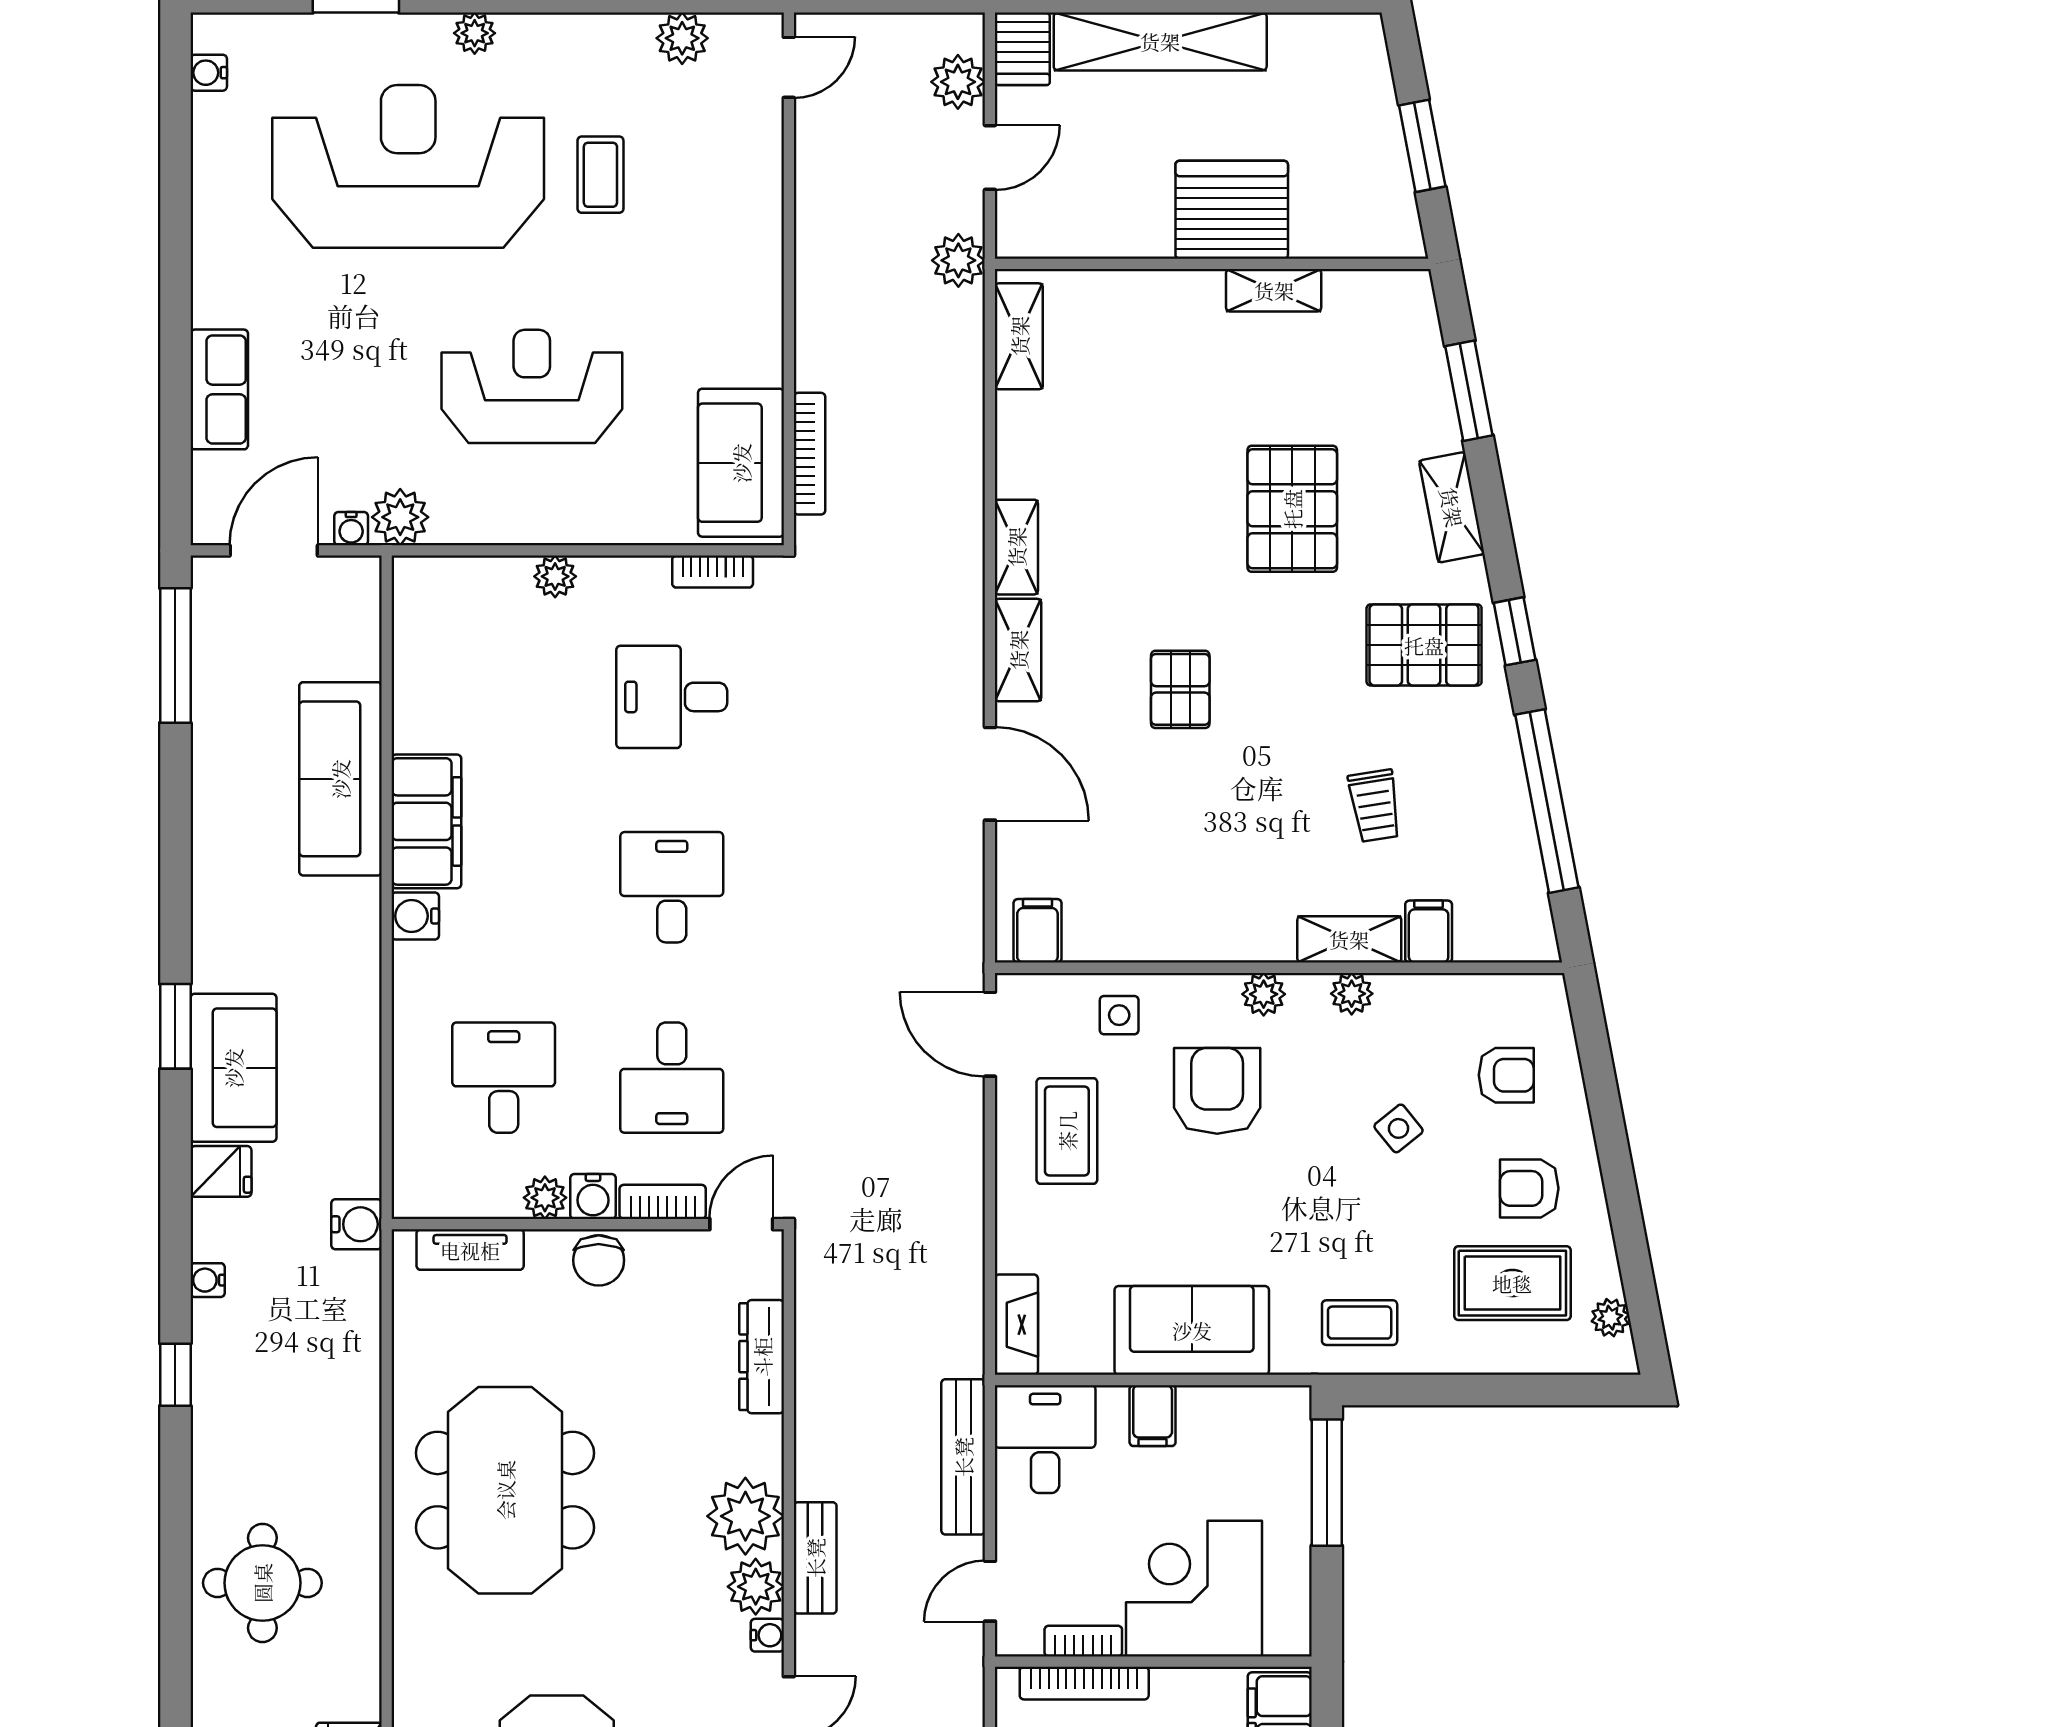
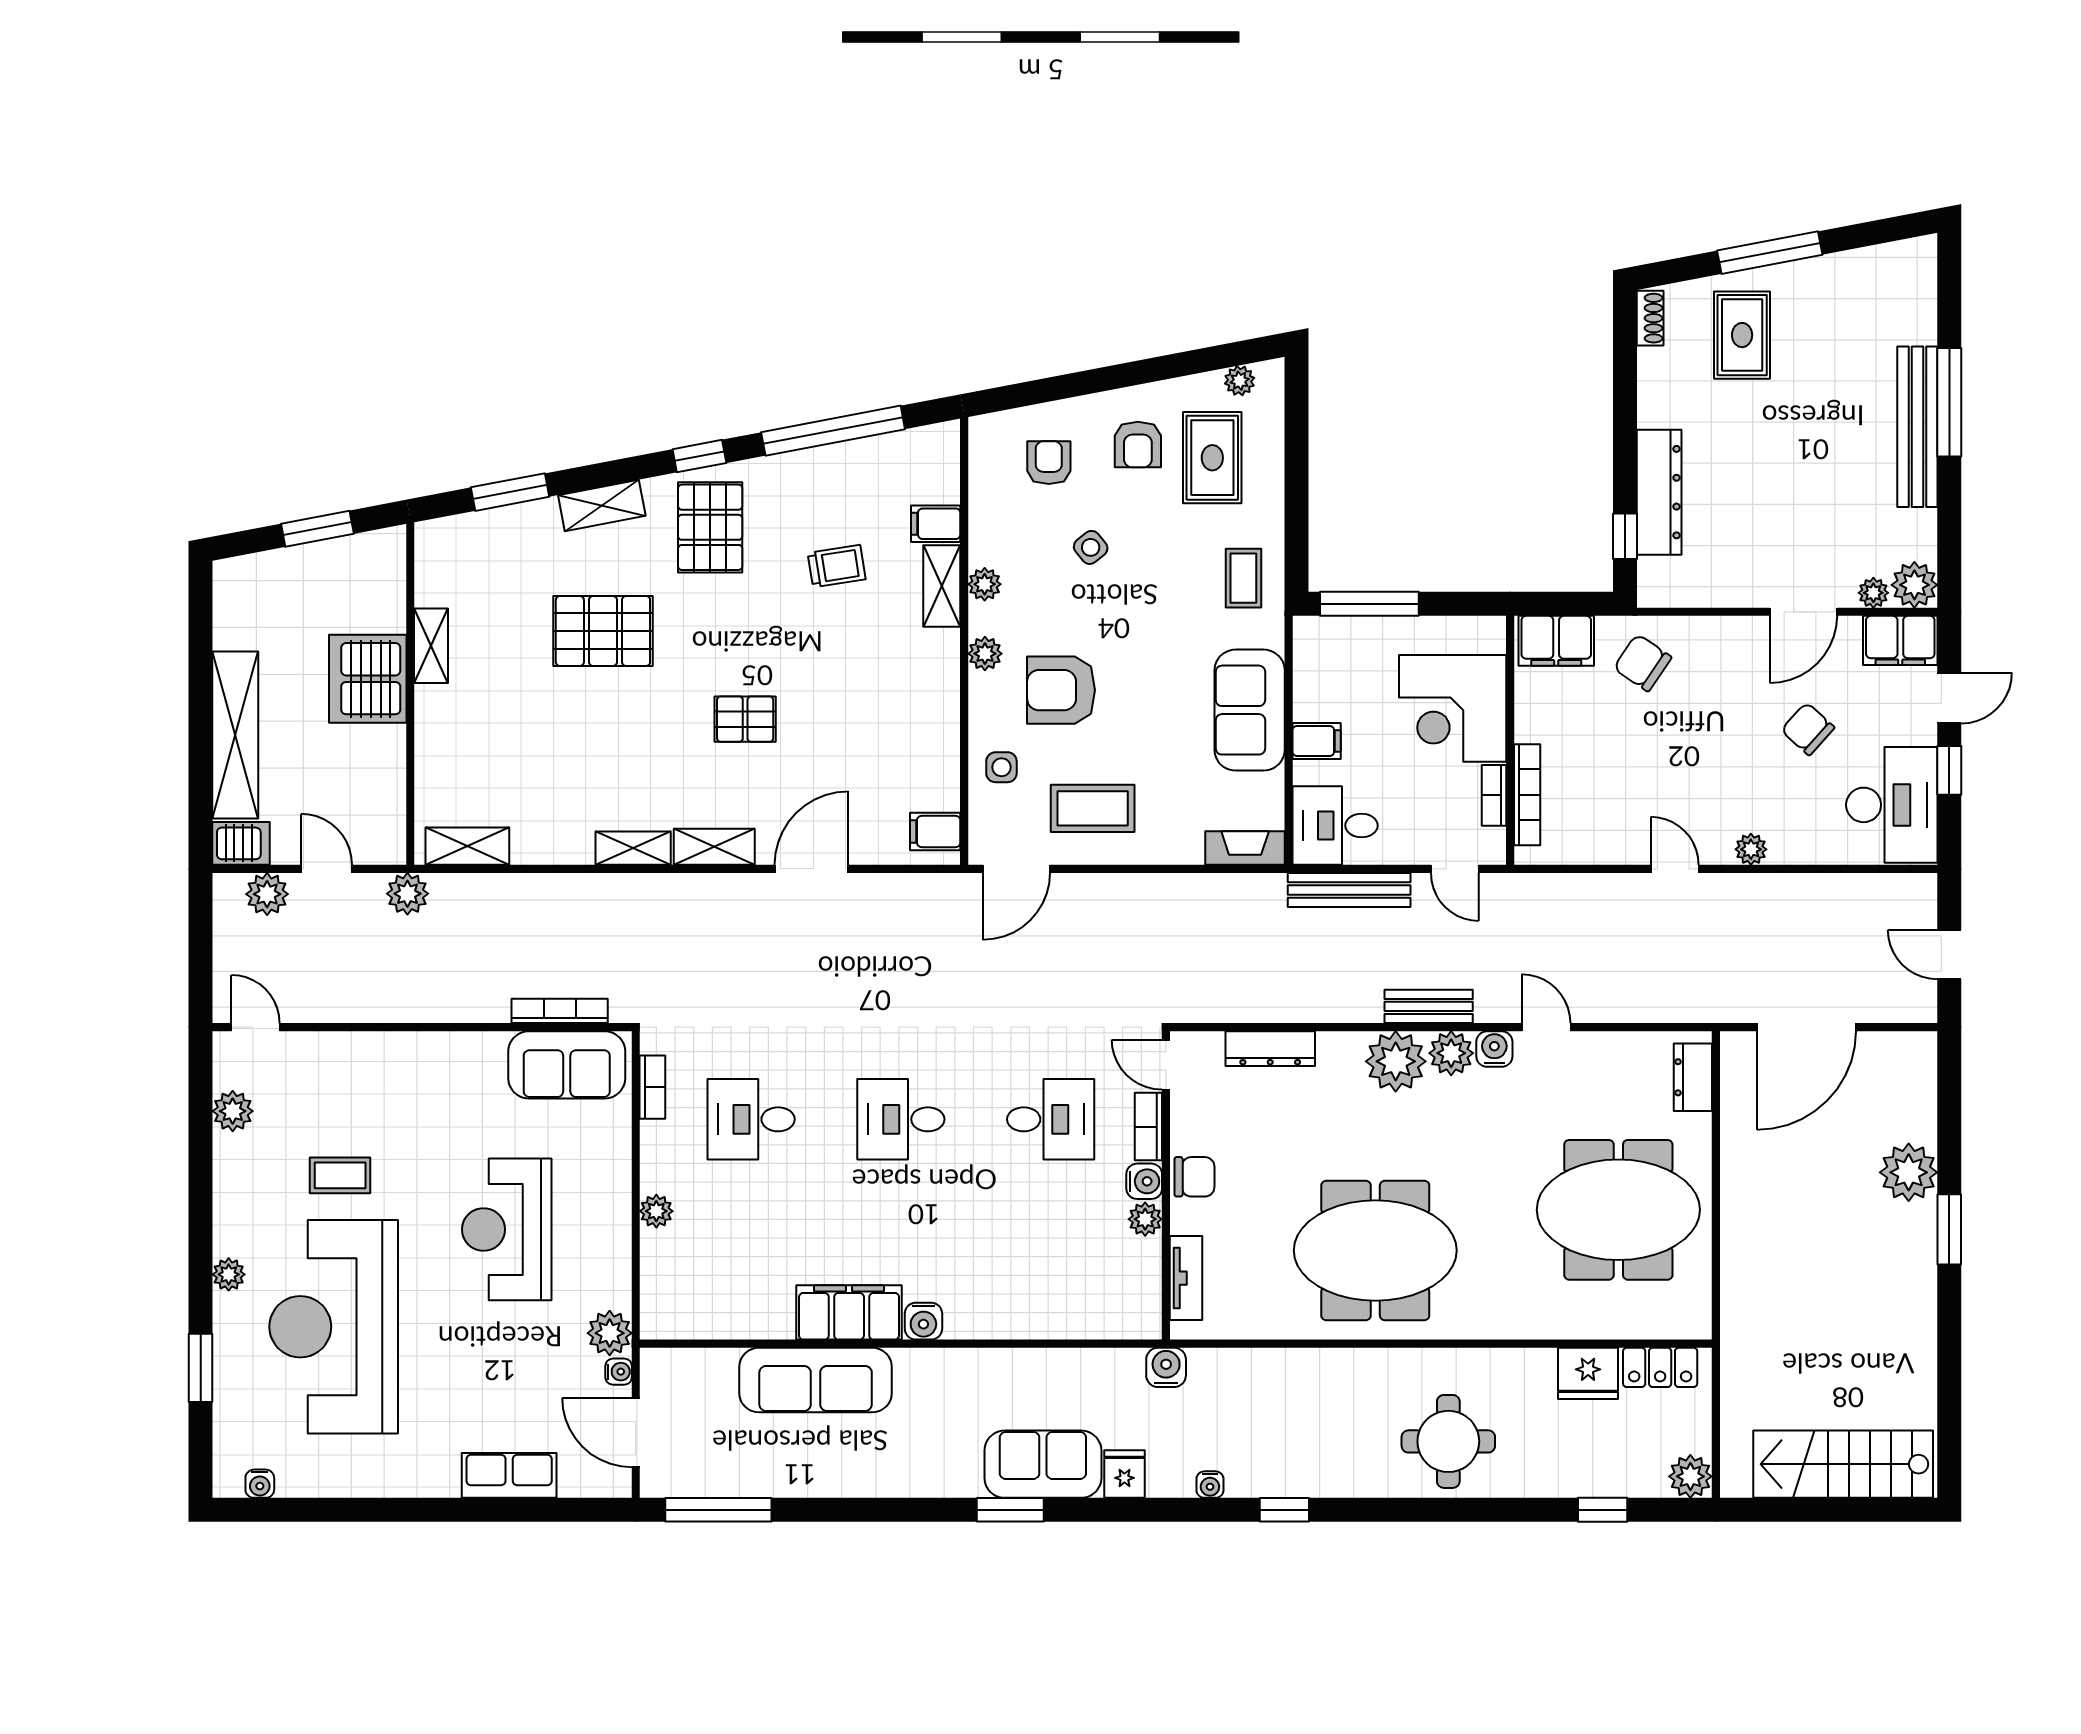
desk: (672, 697) -> (751, 1119), turned 90
desk: (504, 1078) -> (1051, 1252), removed
water cooler: (767, 1635) -> (1494, 1049), width x1.38, depth x1.38

